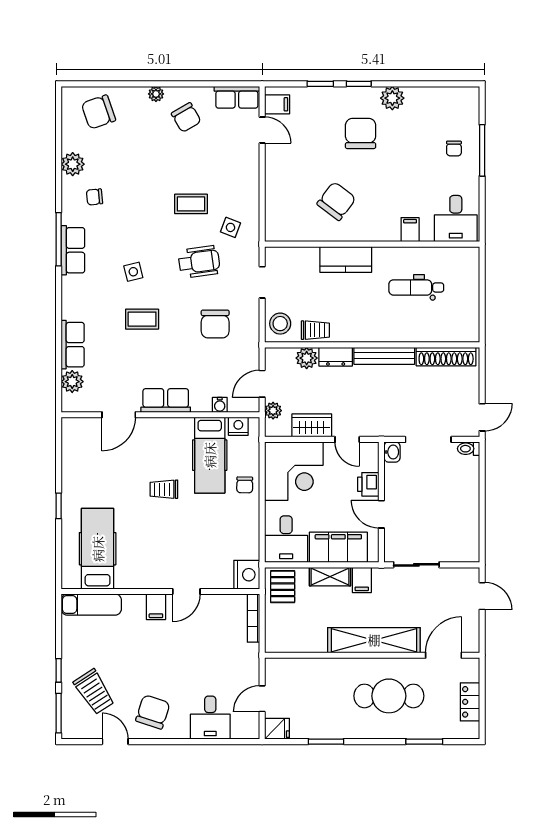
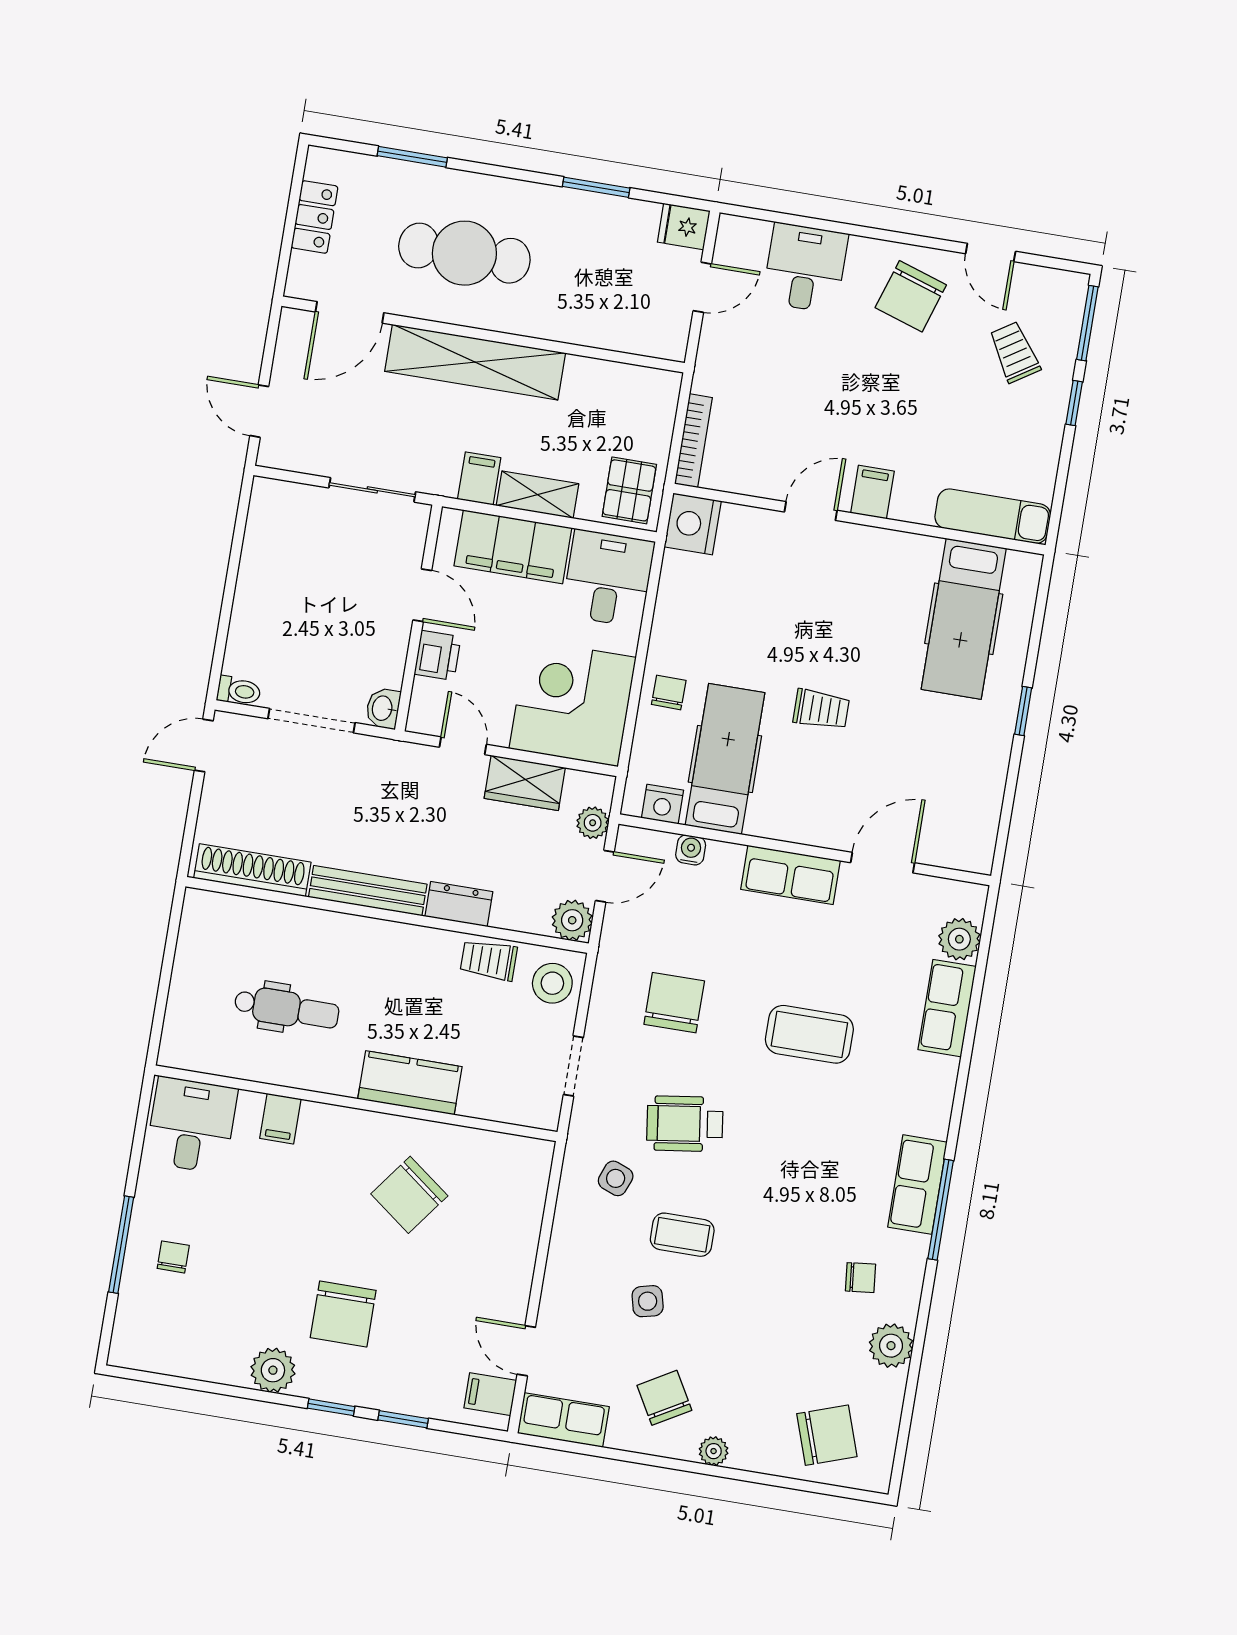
side table: (133, 272) -> (648, 1301), moved
coffee table: (142, 319) -> (809, 1034), width x1.36, depth x1.30
plant: (307, 358) -> (572, 920), moved
trolley: (94, 692) -> (1014, 352), width x0.73, depth x0.72

